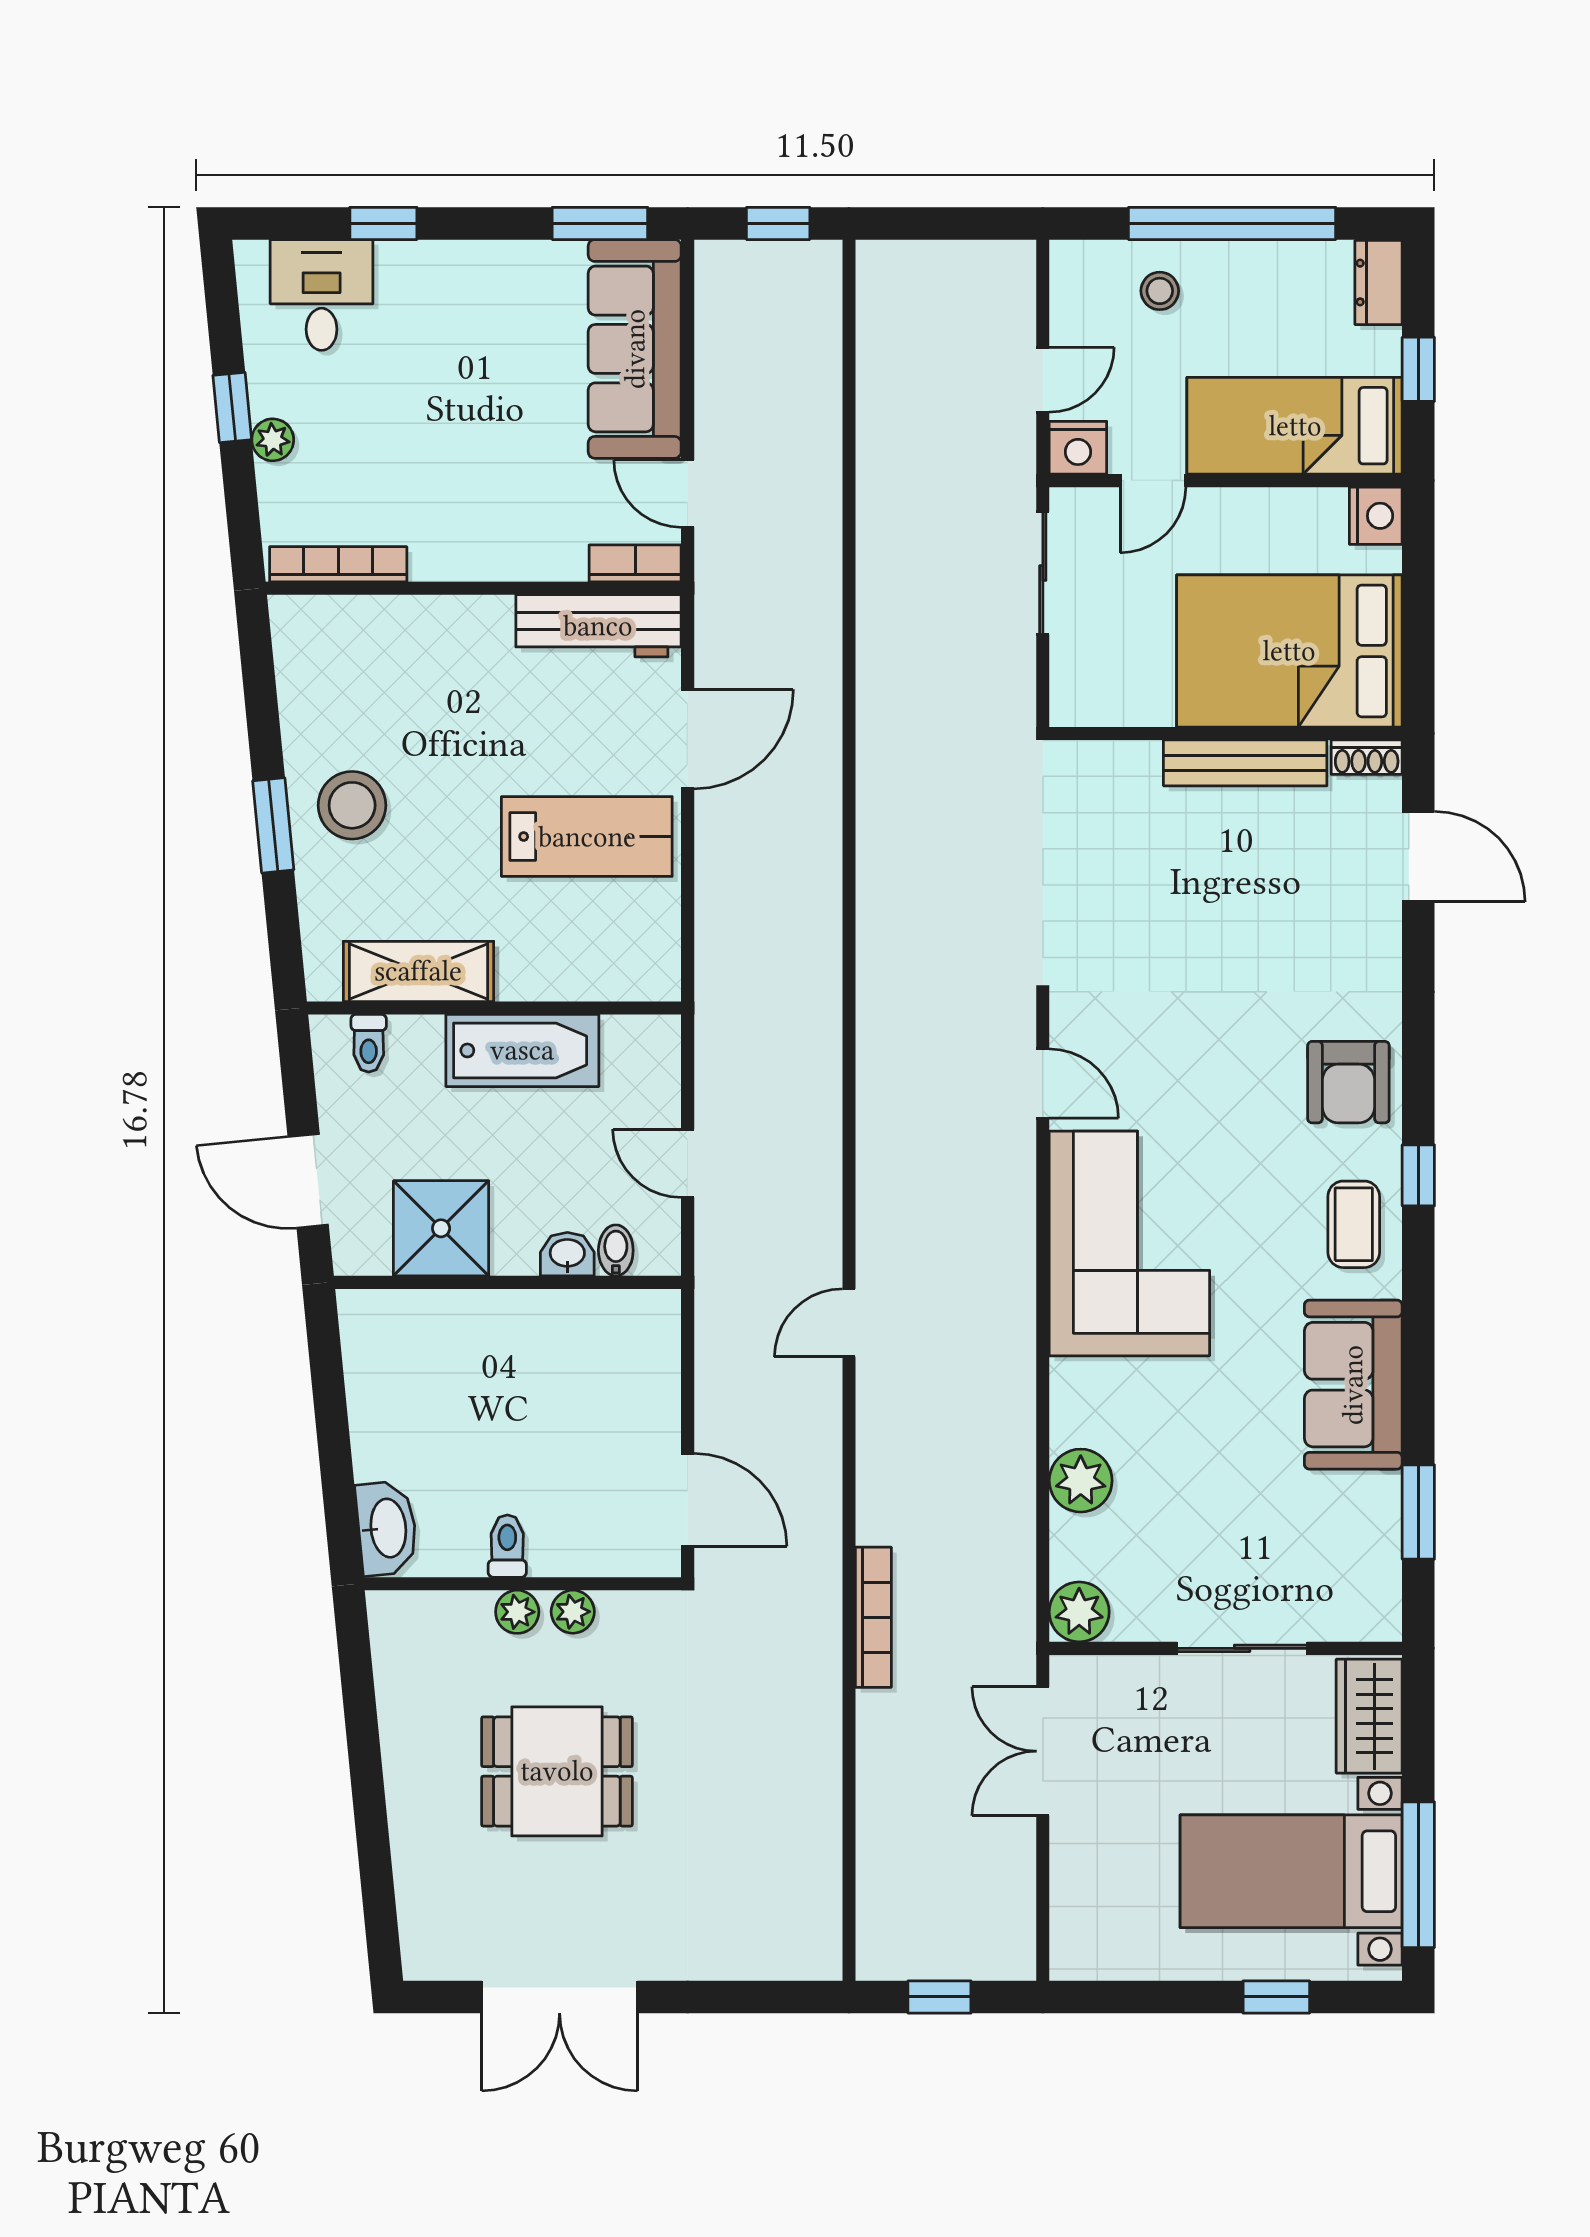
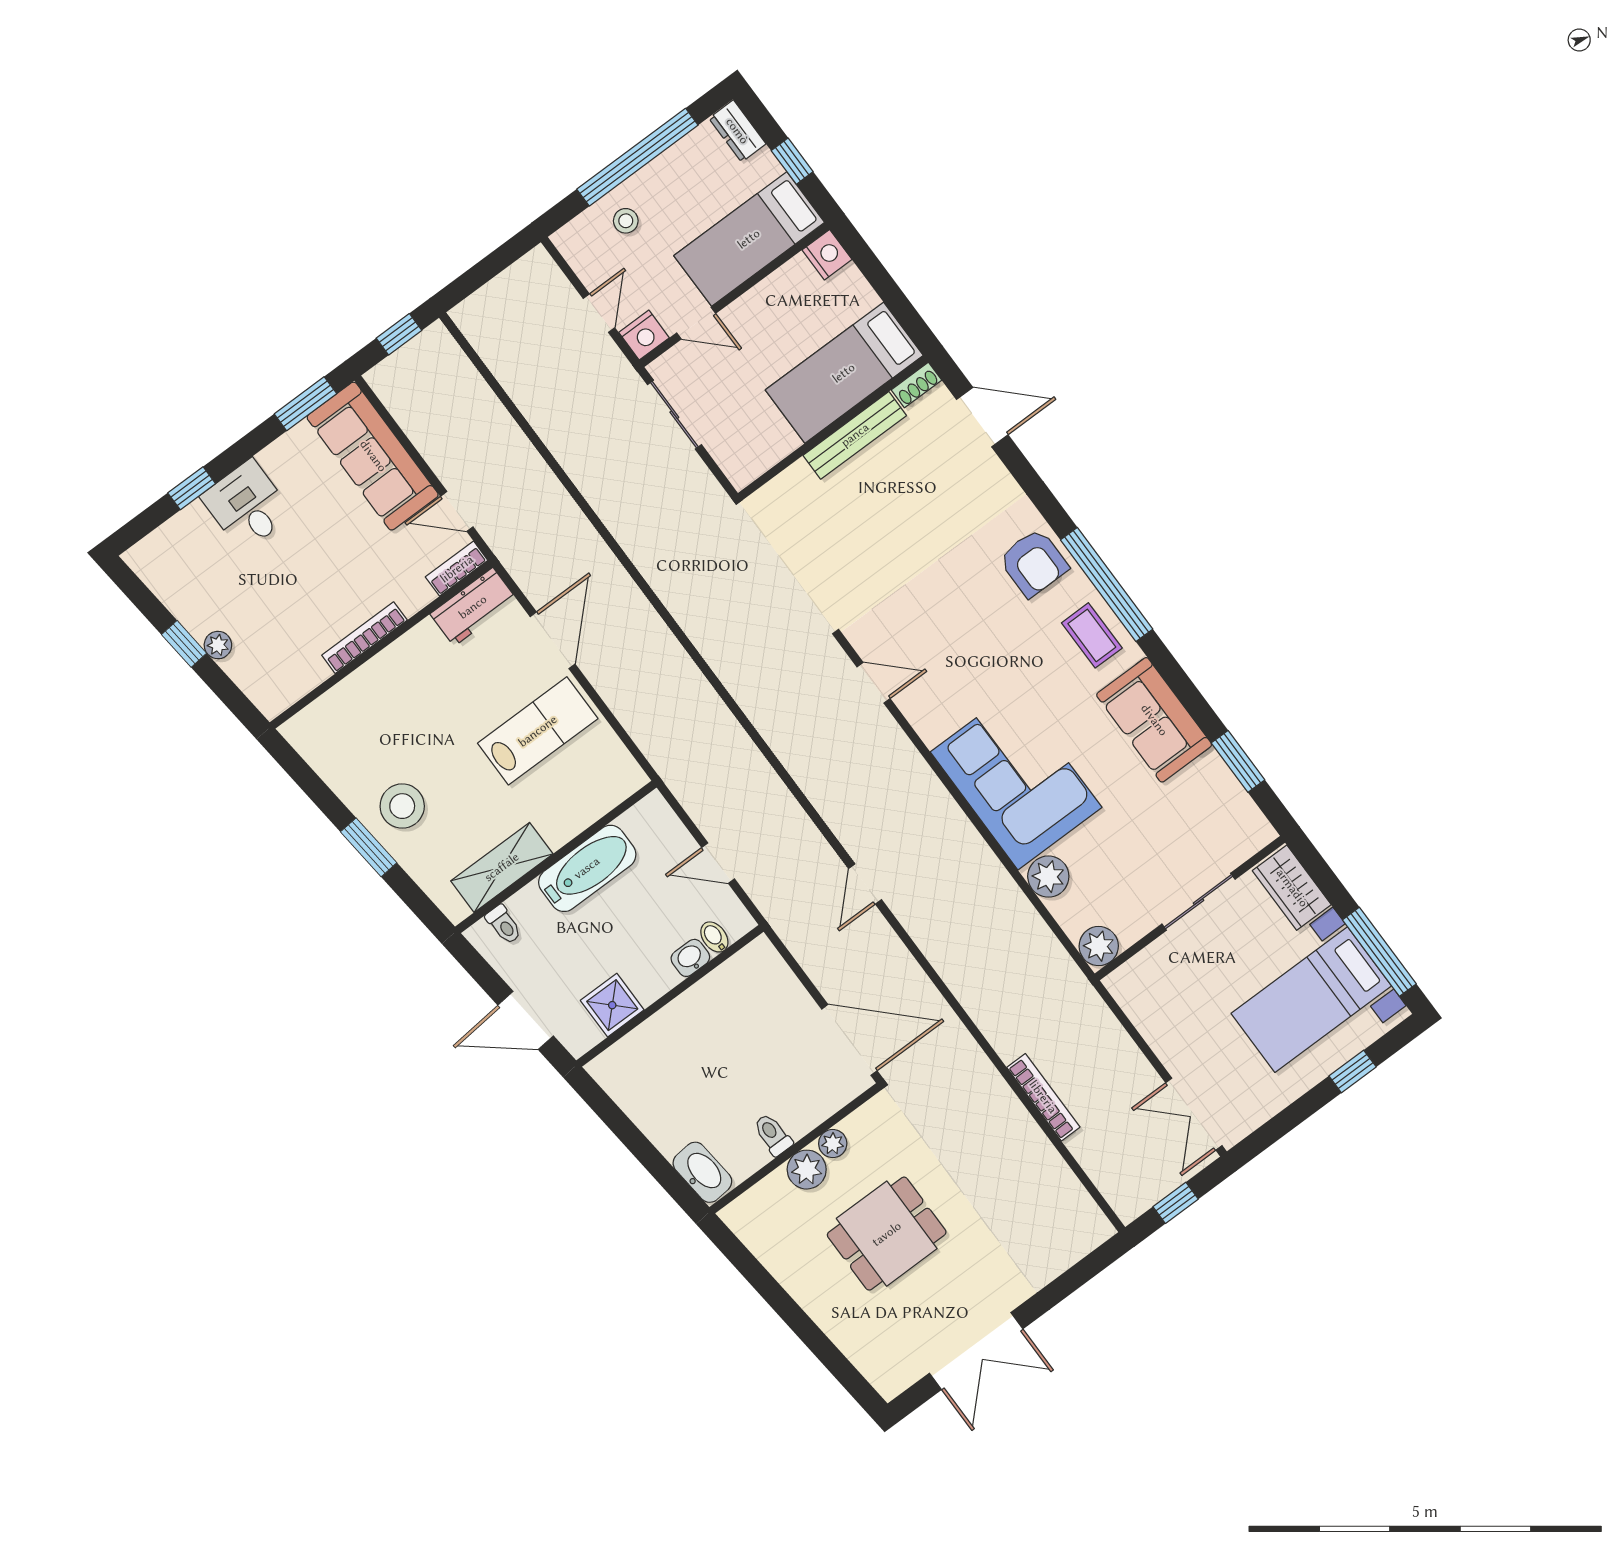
desk: (322, 295) -> (247, 505), moved
door: (1153, 481) -> (696, 323), hinge flipped
bookcase: (338, 564) -> (364, 638), moved
workbench: (598, 626) -> (473, 607), width x0.73
bed: (1289, 651) -> (844, 373), width x0.67
window: (1418, 1175) -> (1107, 584), width x3.17
shower: (441, 1228) -> (612, 1005), width x0.73, depth x0.73
corner sofa: (1129, 1243) -> (1016, 780), moved
door: (688, 1500) -> (849, 1040), width x1.36
plant: (517, 1612) -> (807, 1170), width x1.38, depth x1.38
bookcase: (873, 1617) -> (1043, 1097), moved
double door: (1043, 1751) -> (1194, 1114), moved

